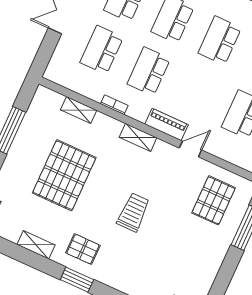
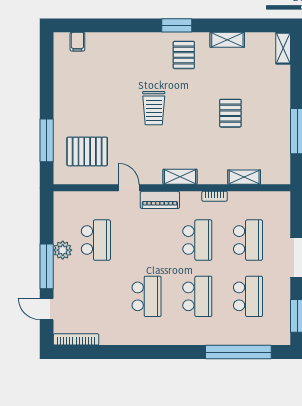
door: (190, 149) -> (129, 188), swing flipped
pallet: (64, 175) -> (230, 113), width x0.49, depth x0.50
pallet: (214, 200) -> (87, 151), turned 90
pallet: (83, 249) -> (184, 55), turned 90

